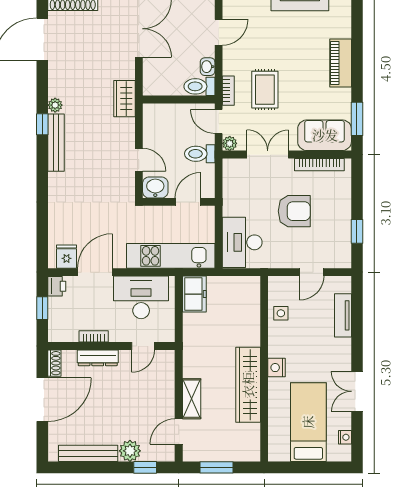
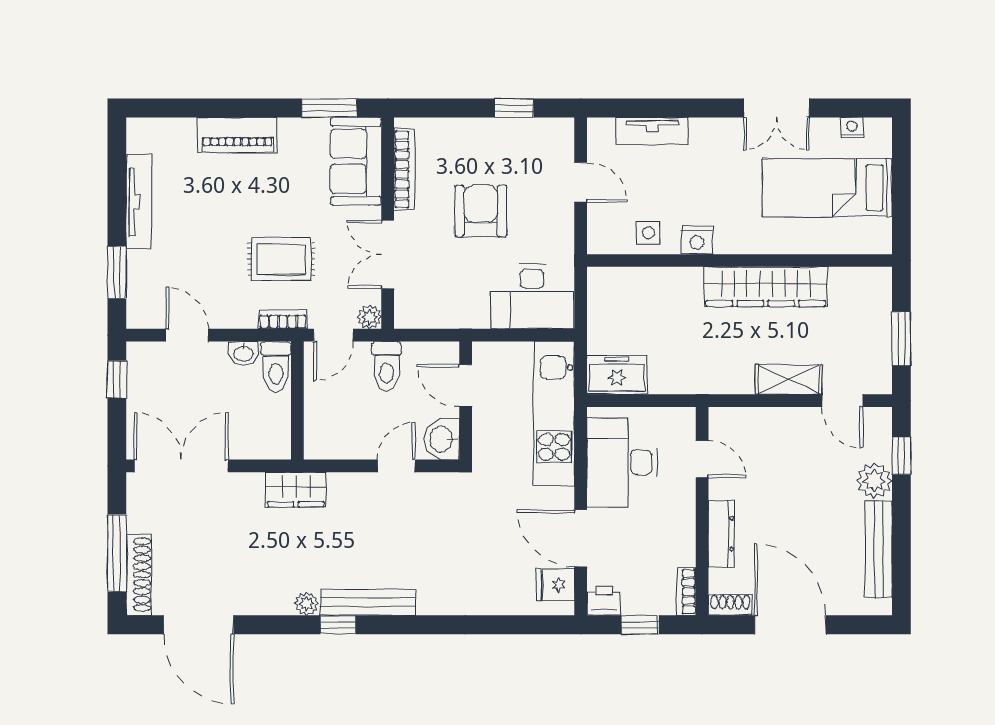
bookcase: (94, 336) -> (686, 592), moved
nightstand: (277, 368) -> (697, 240), moved

